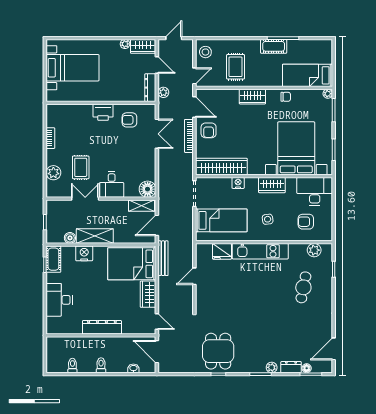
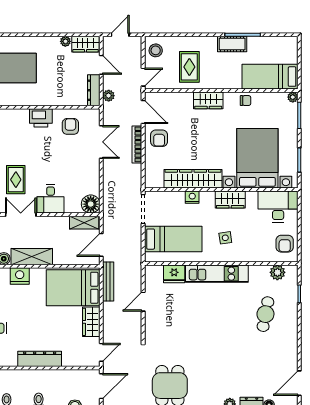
armchair: (129, 120) -> (70, 126), turned 90
wardrobe: (221, 167) -> (193, 179), moved
armchair: (306, 222) -> (285, 244), moved, turned -90
door: (157, 321) -> (101, 352), hinge flipped
door: (157, 352) -> (101, 386), swing flipped

